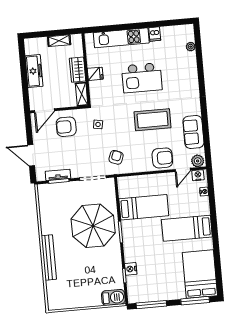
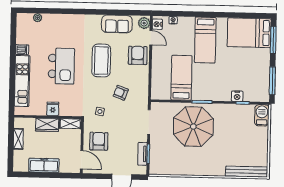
armchair: (66, 127) -> (99, 141), turned 180
armchair: (116, 157) -> (121, 93), moved
bench: (49, 257) -> (247, 172), moved

